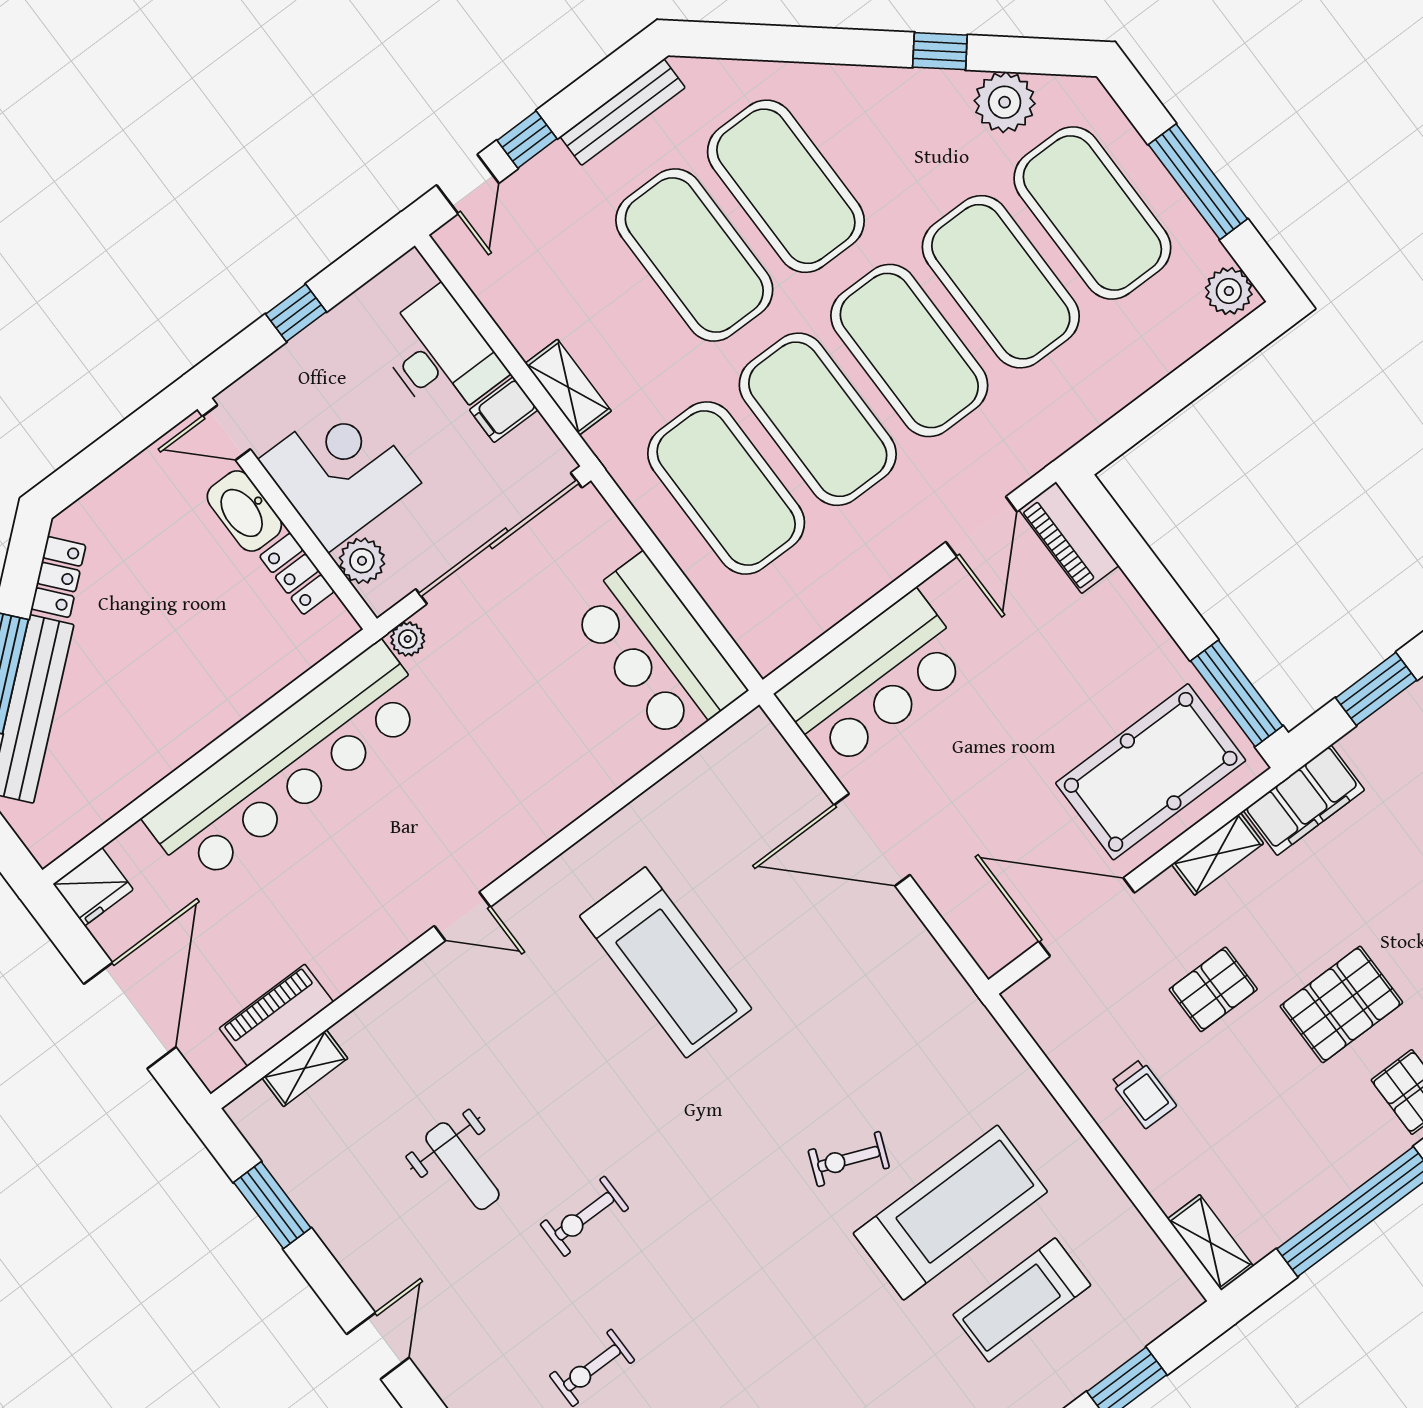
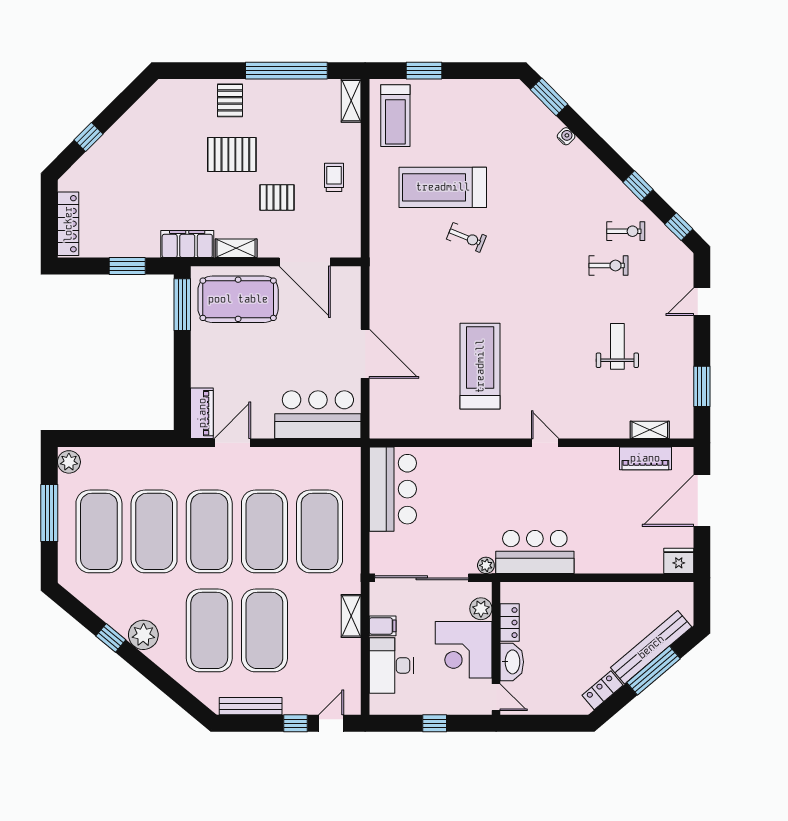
plant: (1005, 102) -> (143, 635), moved
bar counter: (288, 764) -> (535, 552), width x0.54
exercise bike: (584, 1216) -> (608, 266), moved
treadmill: (1022, 1300) -> (395, 116), moved, turned 90

